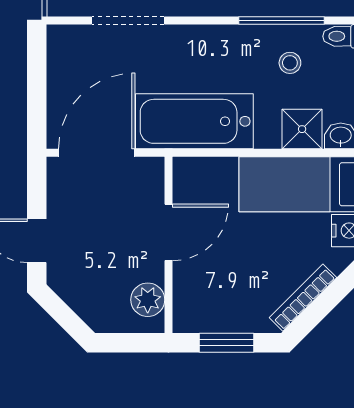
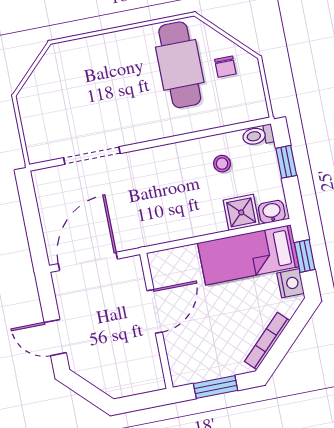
window: (281, 20) -> (209, 133), removed
bathtub: (194, 121) -> (158, 223), removed
plant: (148, 300) -> (149, 366), removed

